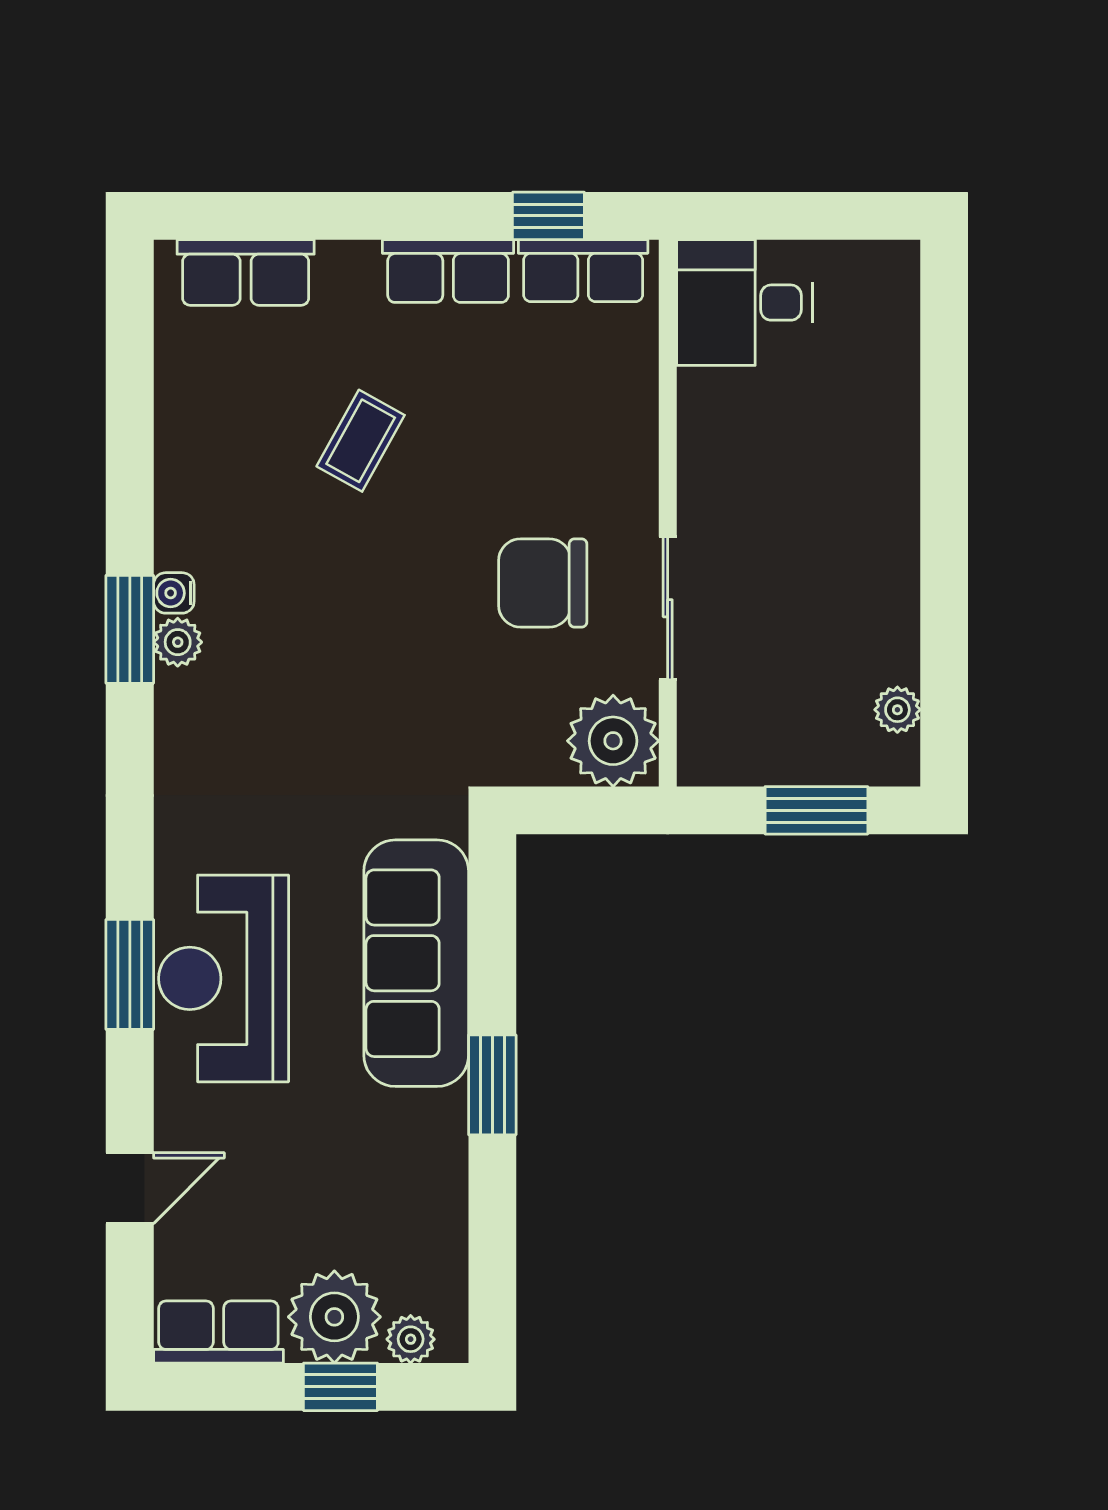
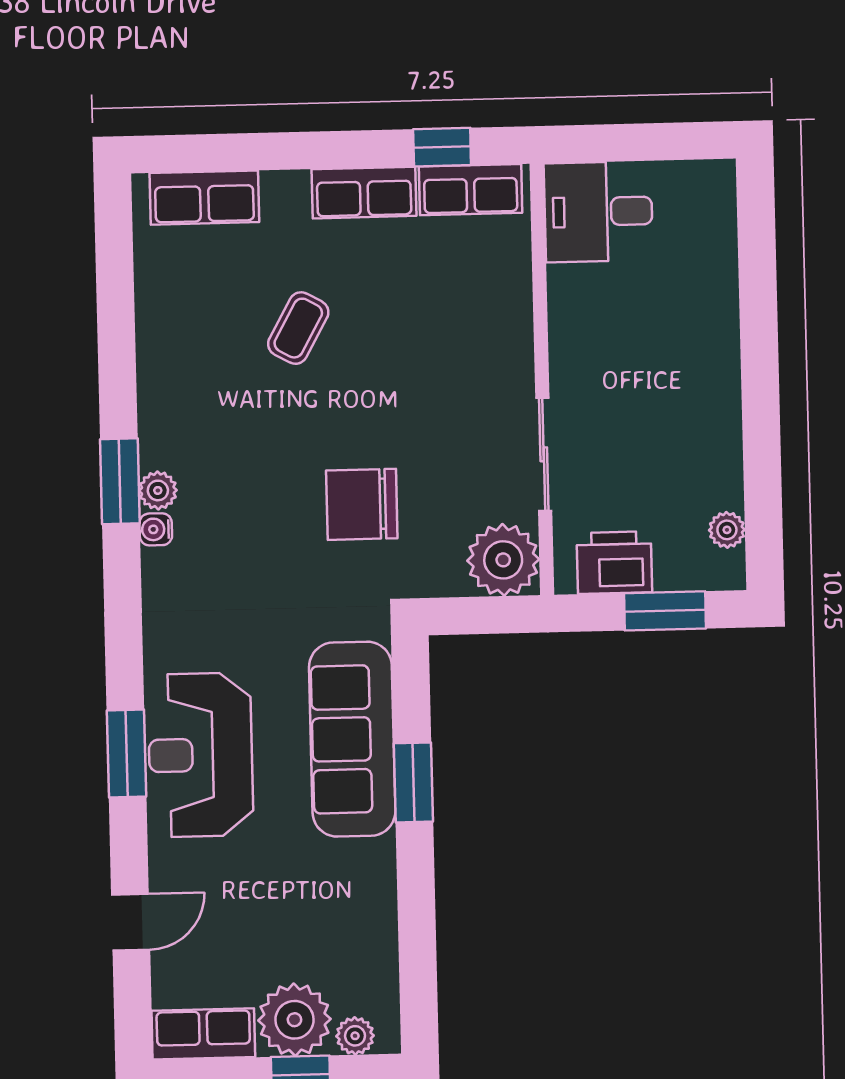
chair: (543, 583) -> (362, 504), moved
water cooler: (174, 593) -> (156, 529), moved
printer: (754, 748) -> (614, 563), added
window: (492, 1085) -> (413, 782), moved

